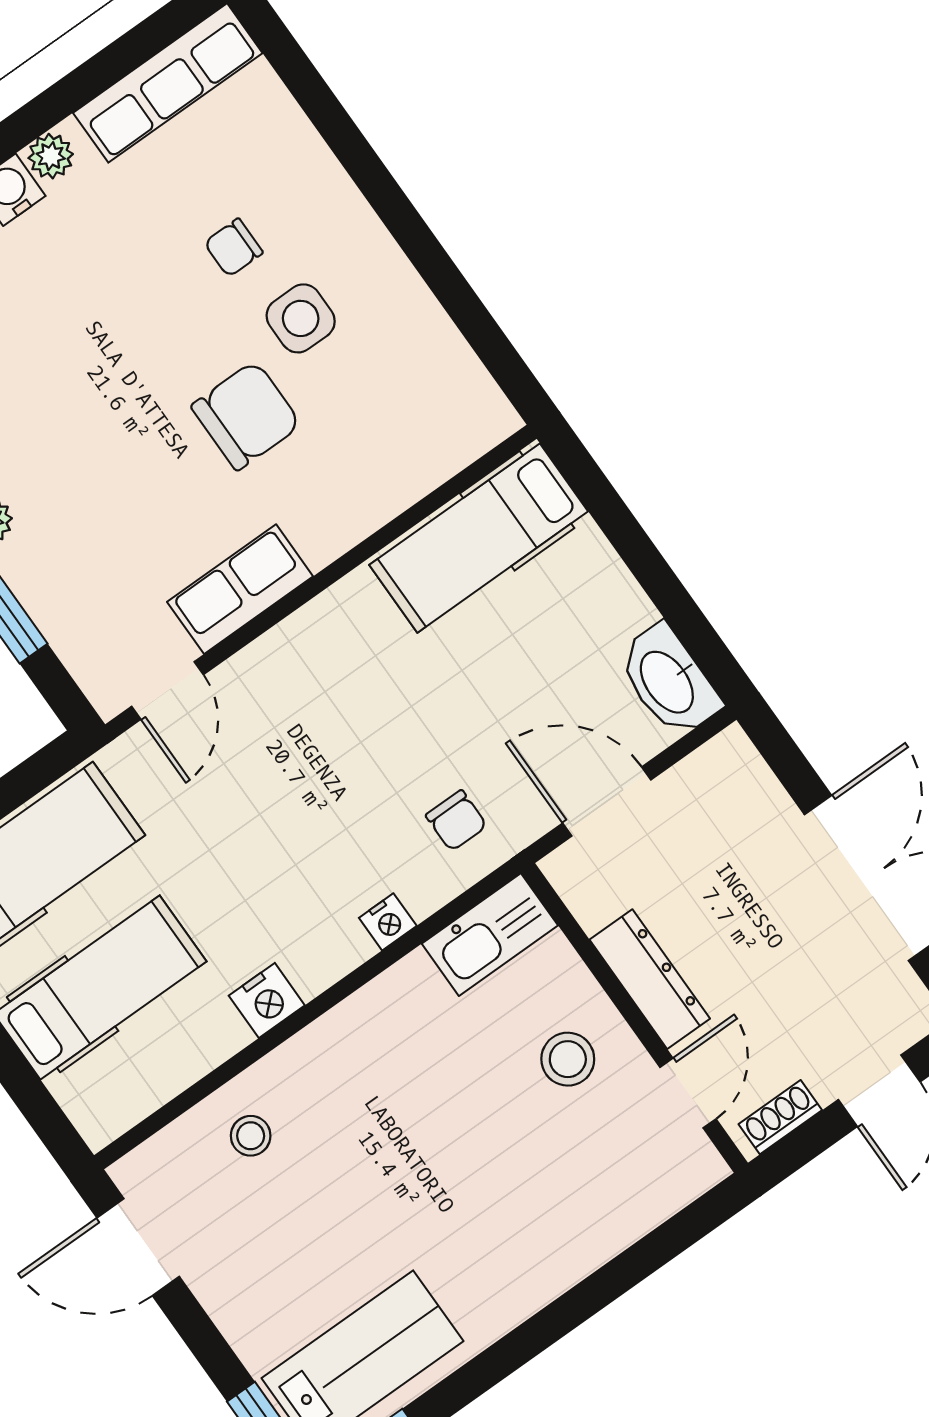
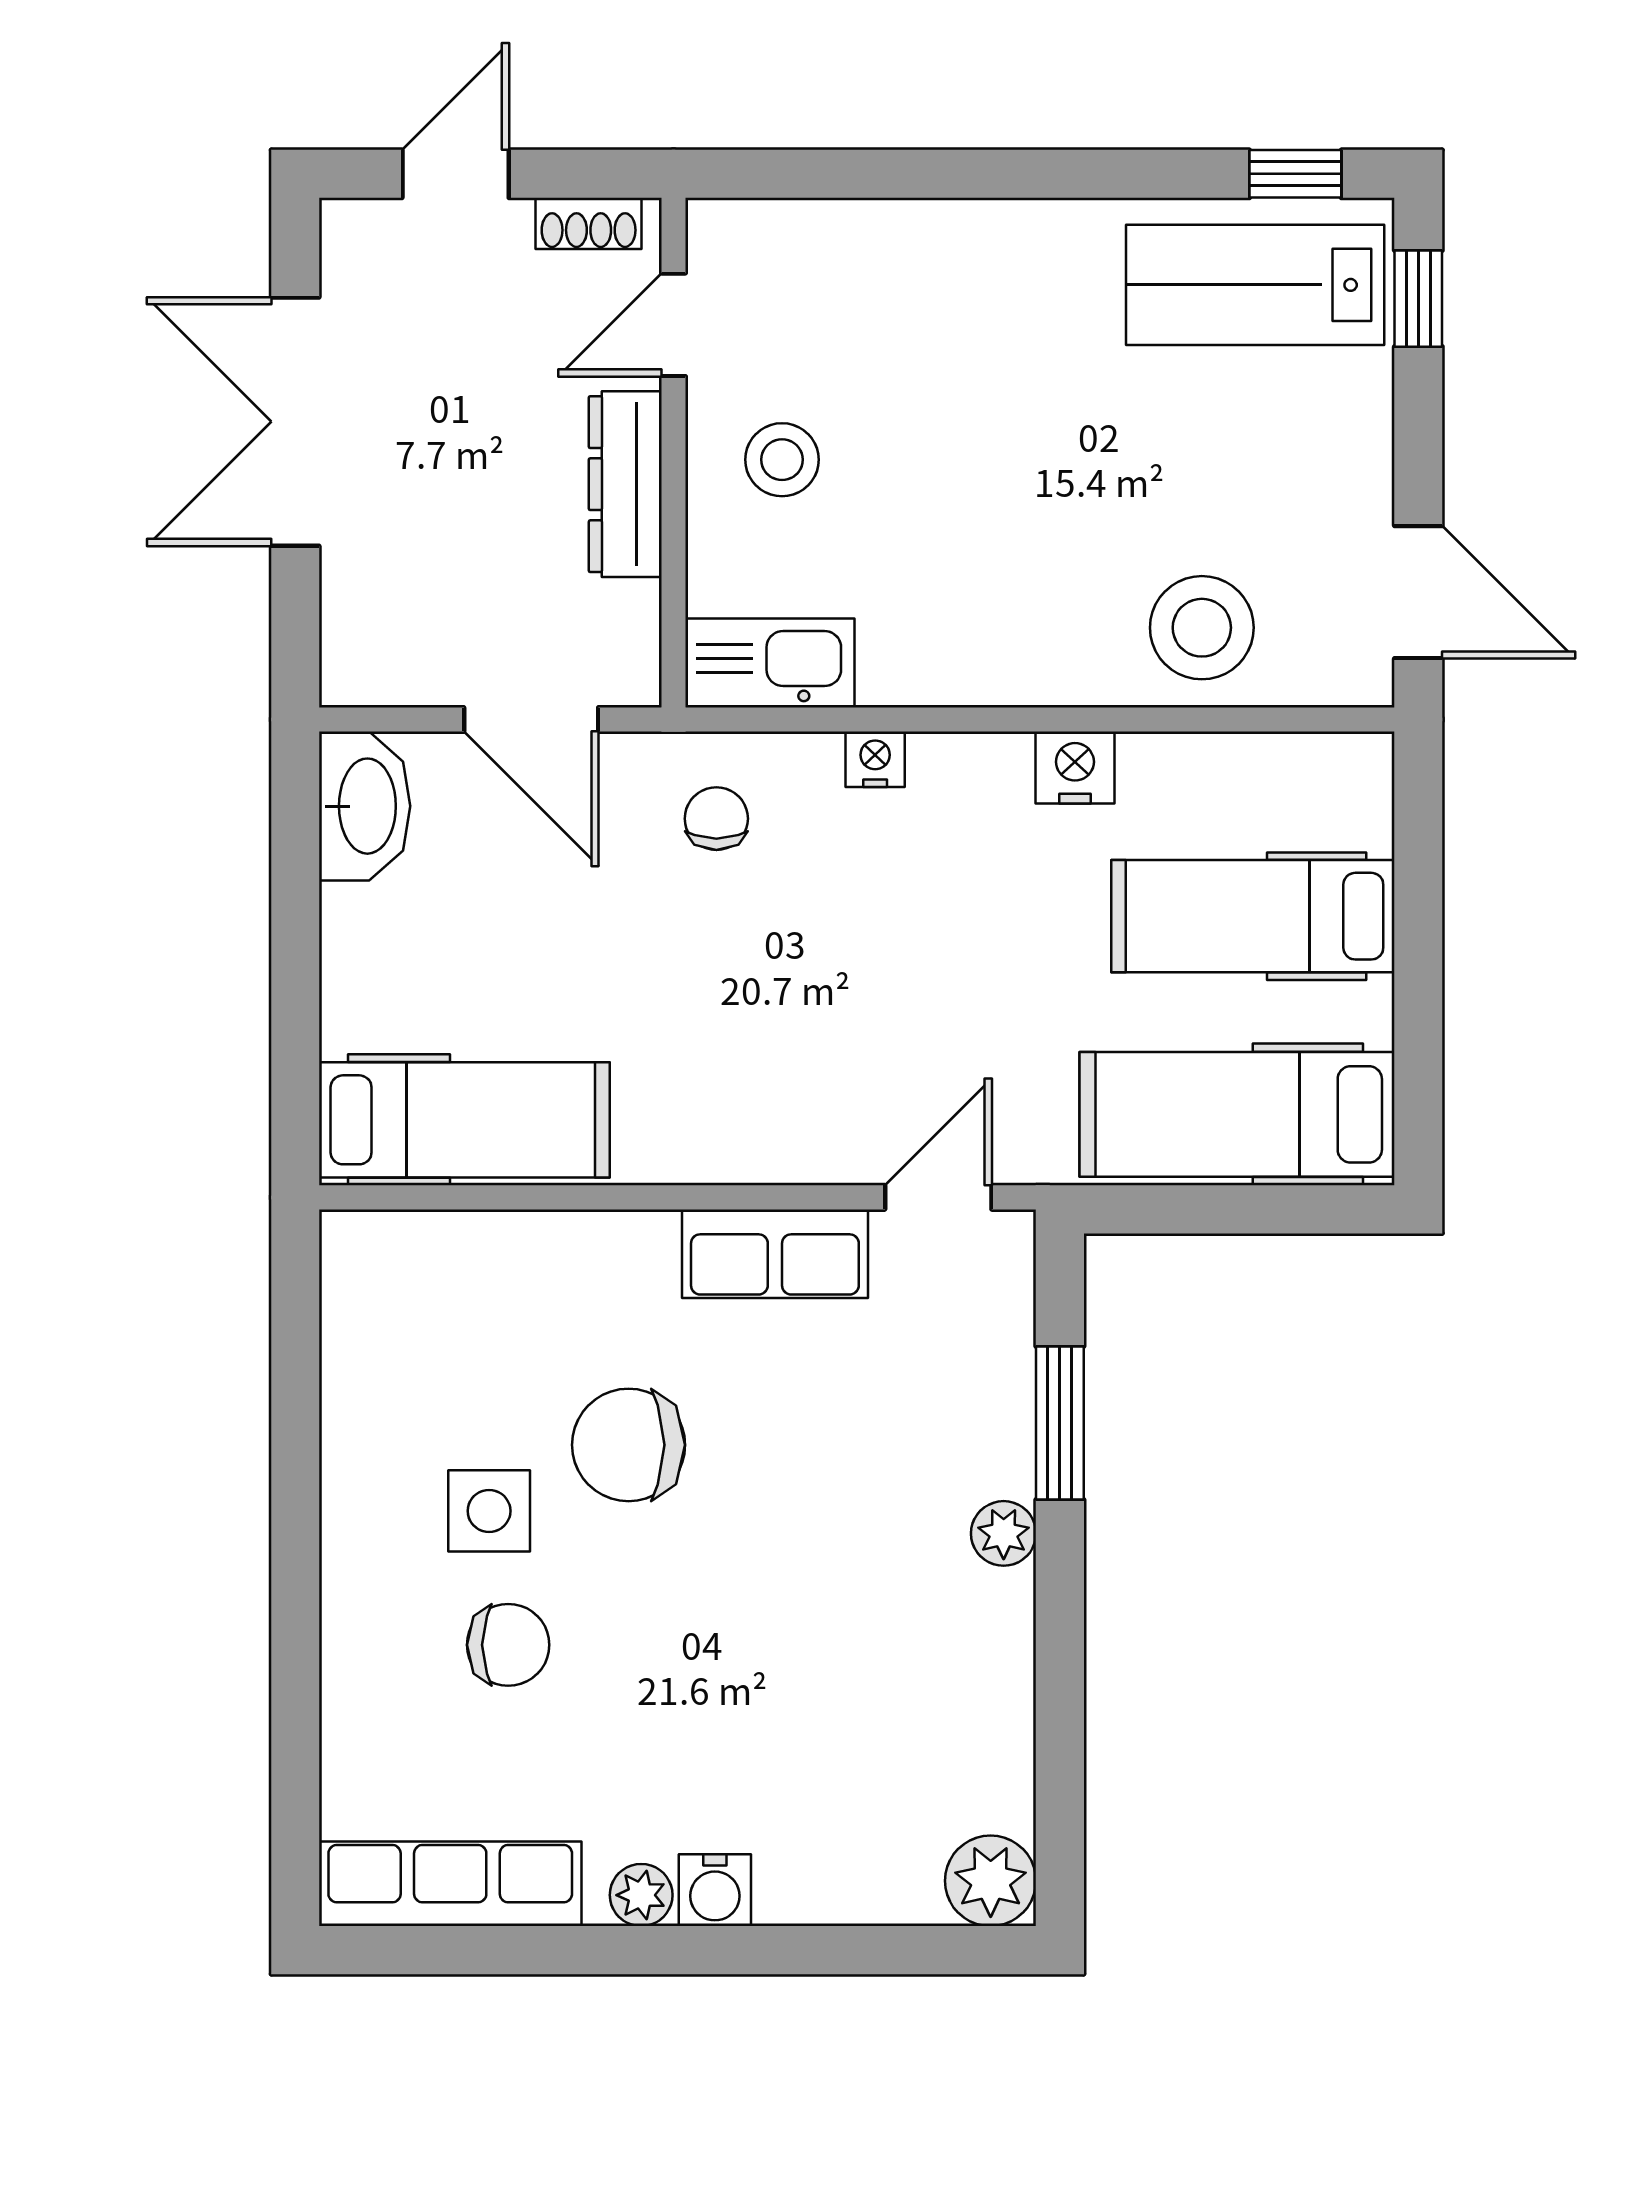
chair: (233, 248) -> (508, 1645), width x1.37, depth x1.37
stool: (251, 1136) -> (1202, 628), width x1.89, depth x1.89

